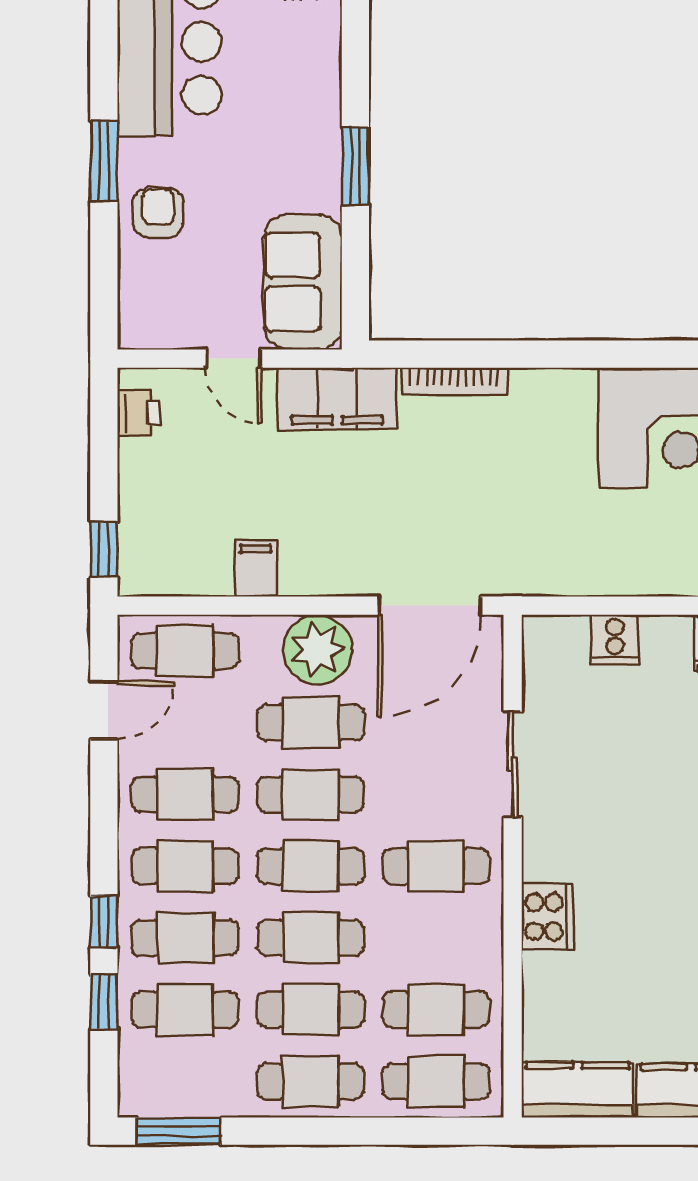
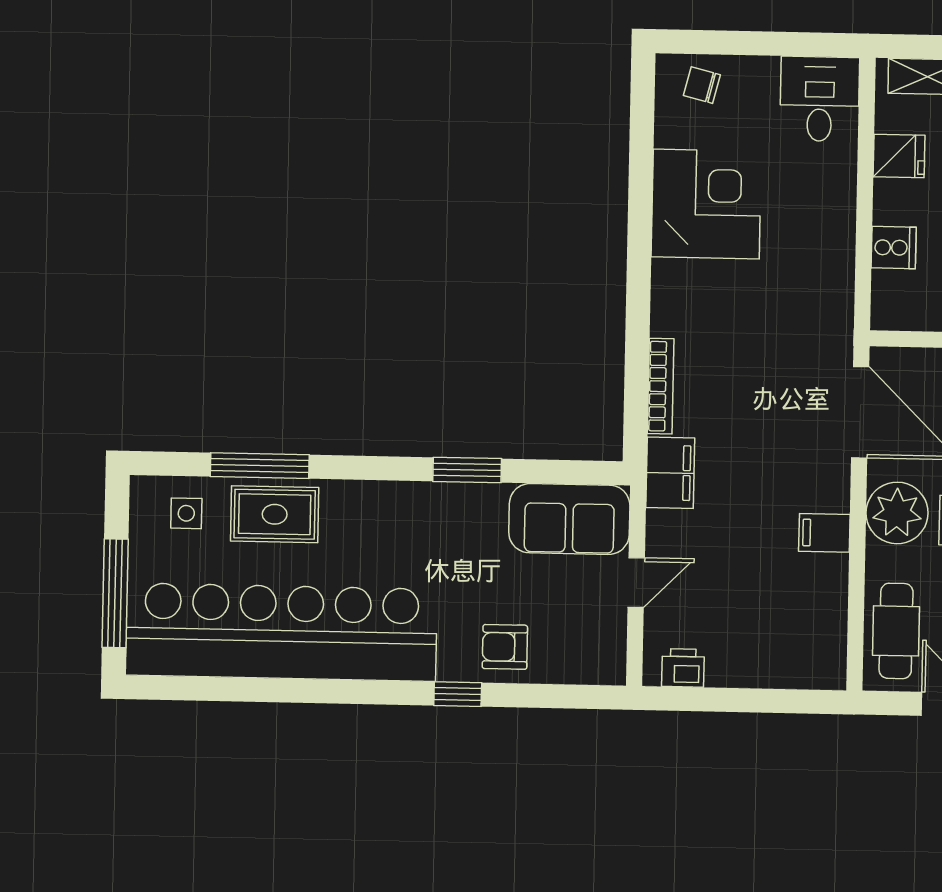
window: (104, 161) -> (458, 694), width x0.67
filing cabinet: (337, 398) -> (670, 473), width x0.67, depth x0.86
window: (104, 549) -> (804, 701), removed
filing cabinet: (256, 568) -> (824, 533), moved

